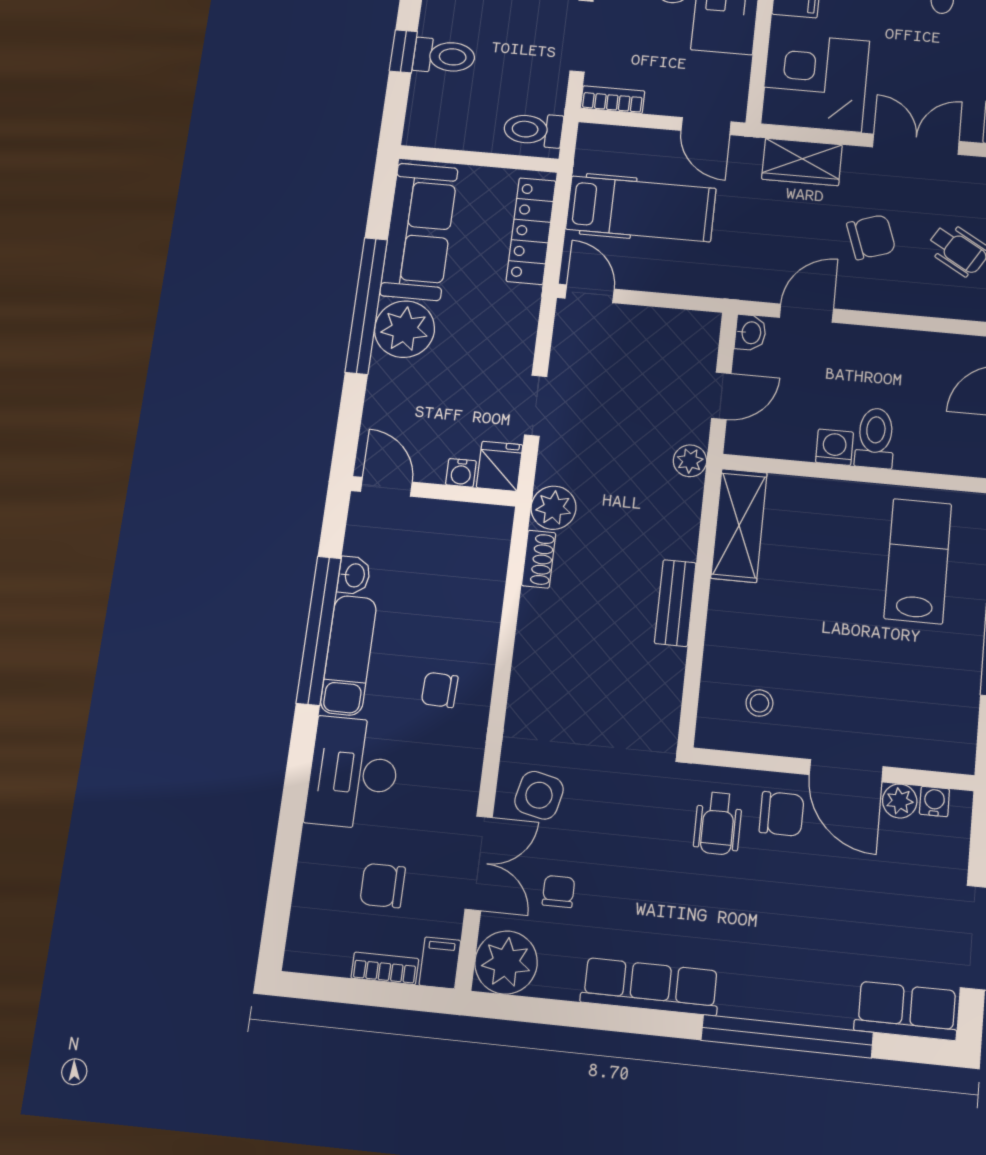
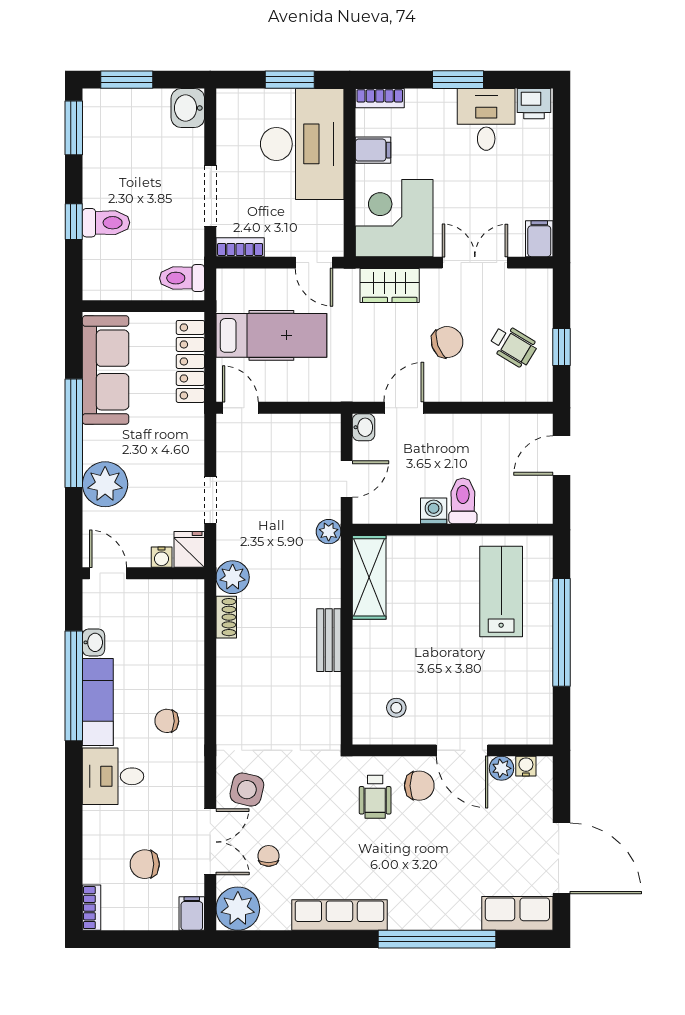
plant: (405, 329) -> (105, 484), moved
desk: (353, 773) -> (113, 776), width x0.73
bookcase: (385, 968) -> (92, 908), moved, turned 90

